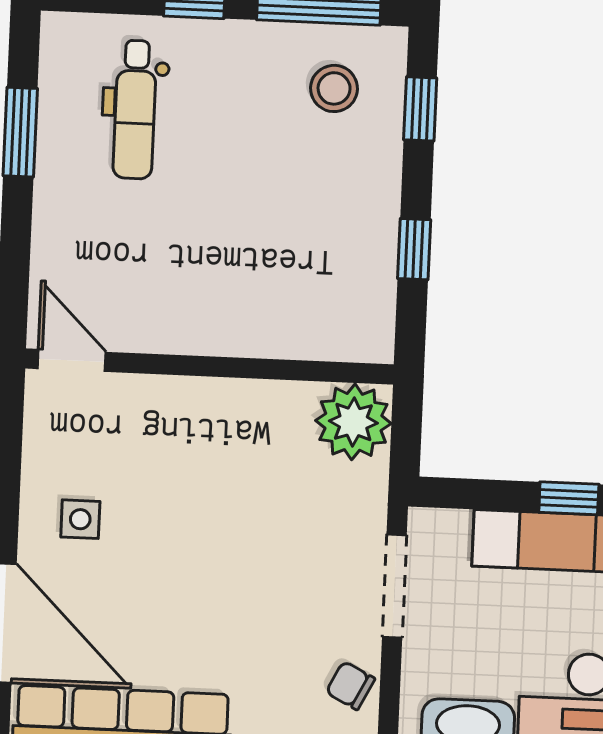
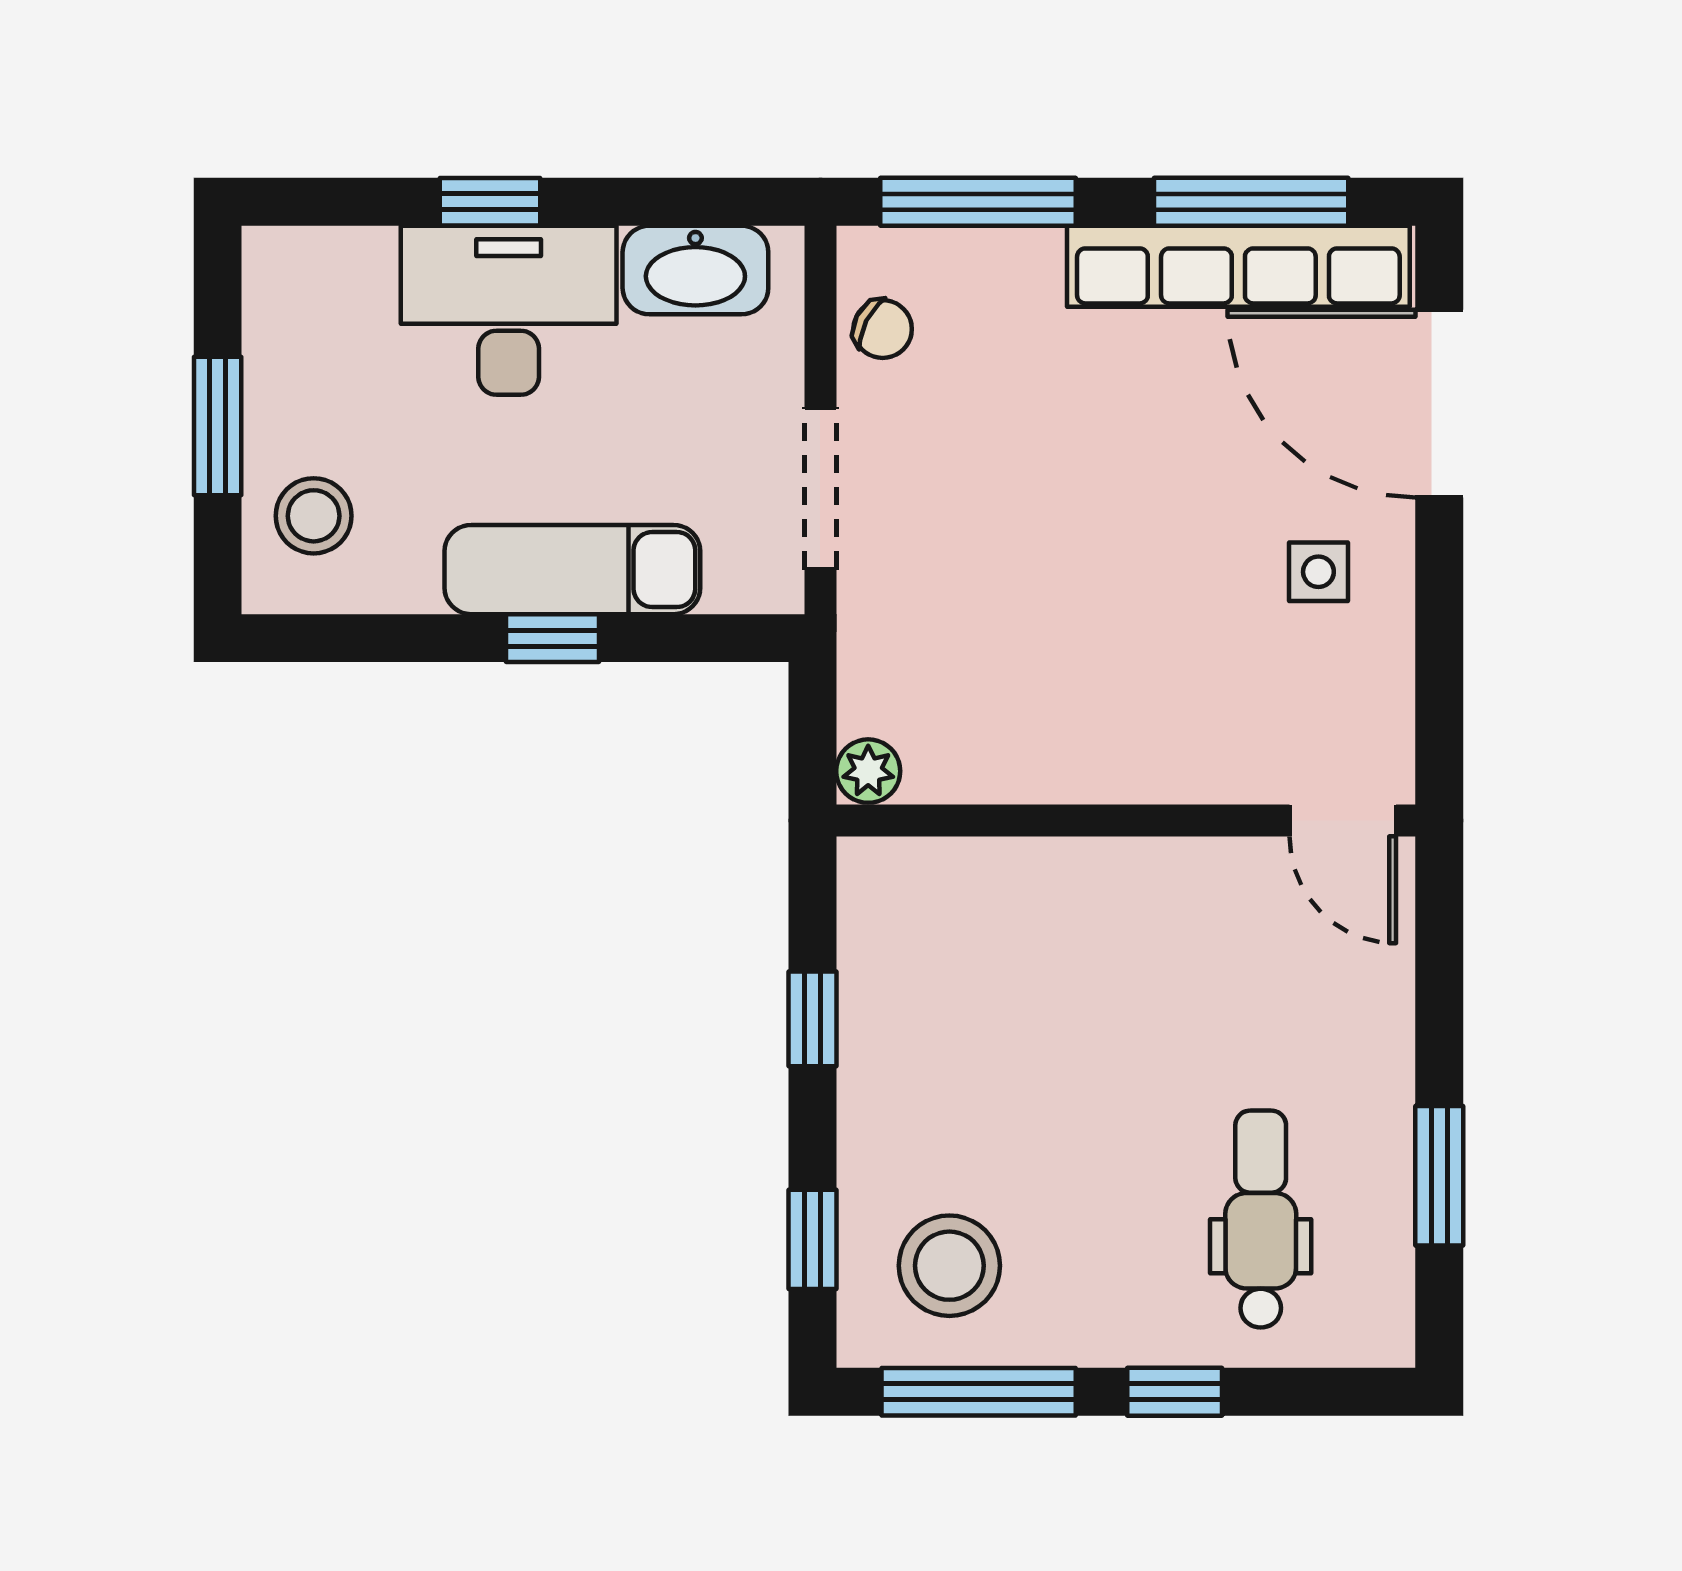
stool: (334, 88) -> (949, 1266), width x1.38, depth x1.38
plant: (353, 422) -> (868, 771), width x0.53, depth x0.53

